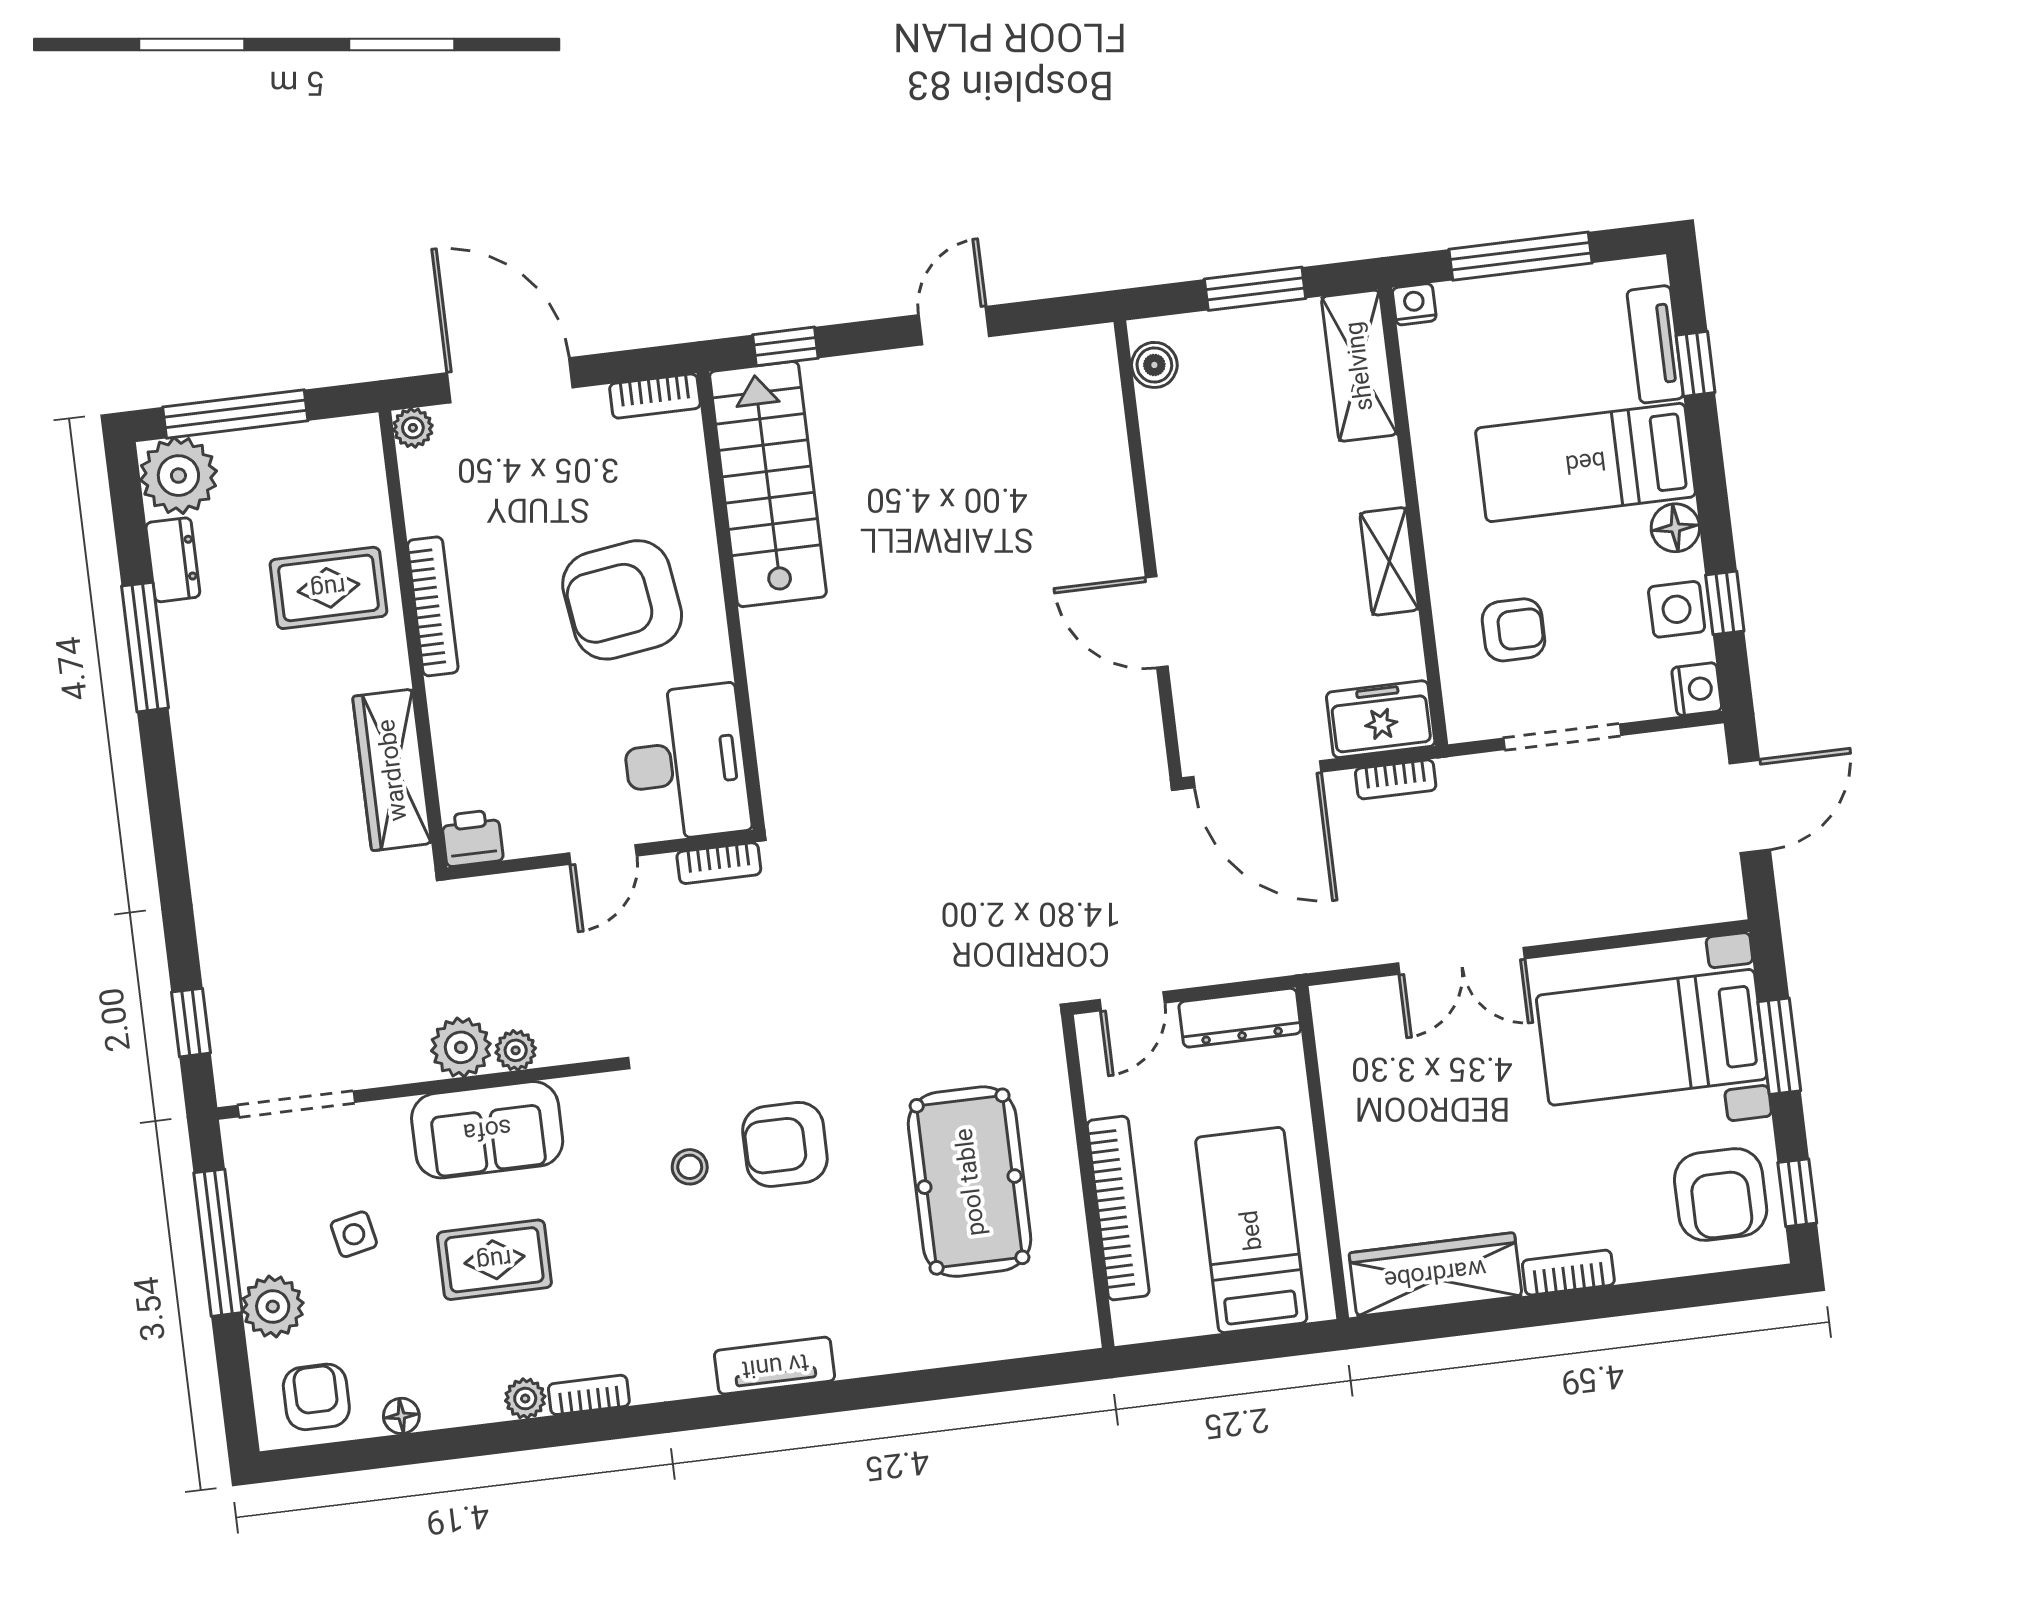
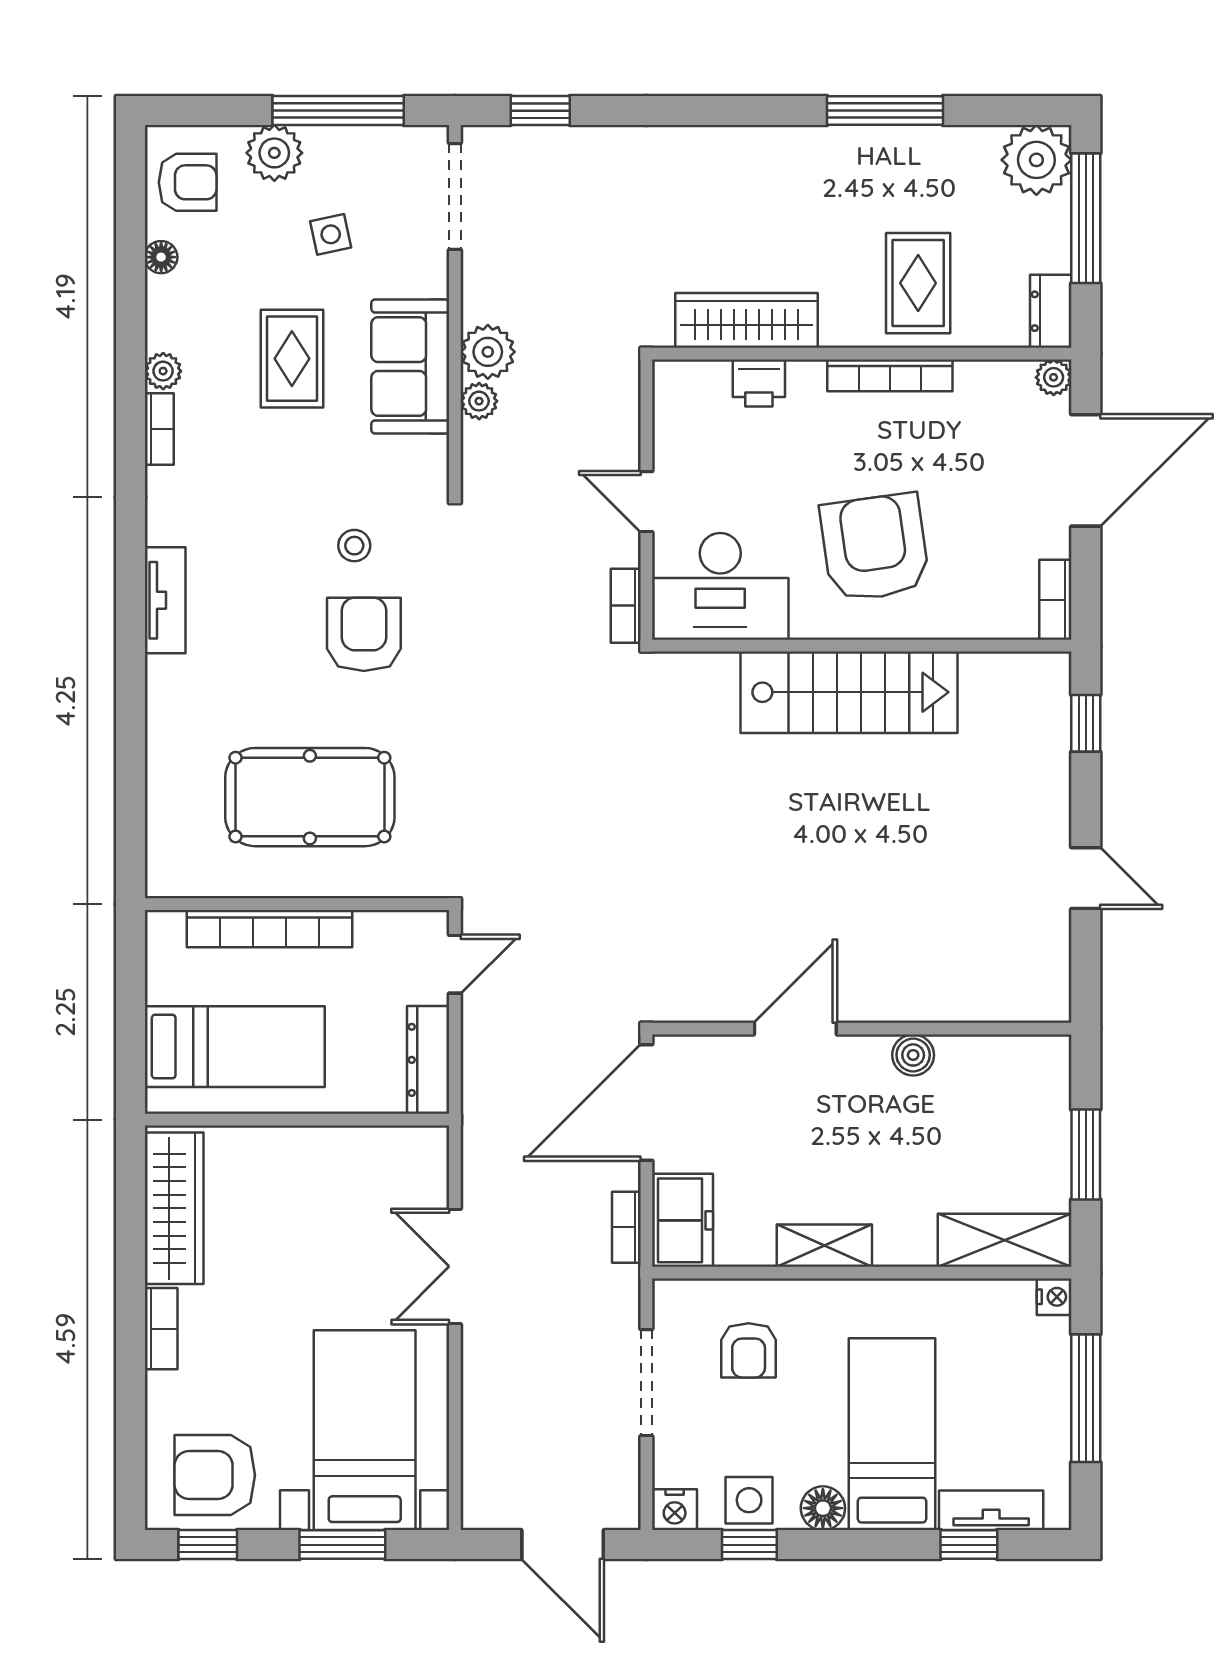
boiler: (1154, 365) -> (913, 1055), moved
stairs: (768, 484) -> (849, 692), moved
dresser: (173, 560) -> (1051, 311), moved, turned 90
printer: (472, 838) -> (759, 383), moved, turned 90
door: (1132, 1001) -> (455, 964), swing flipped

